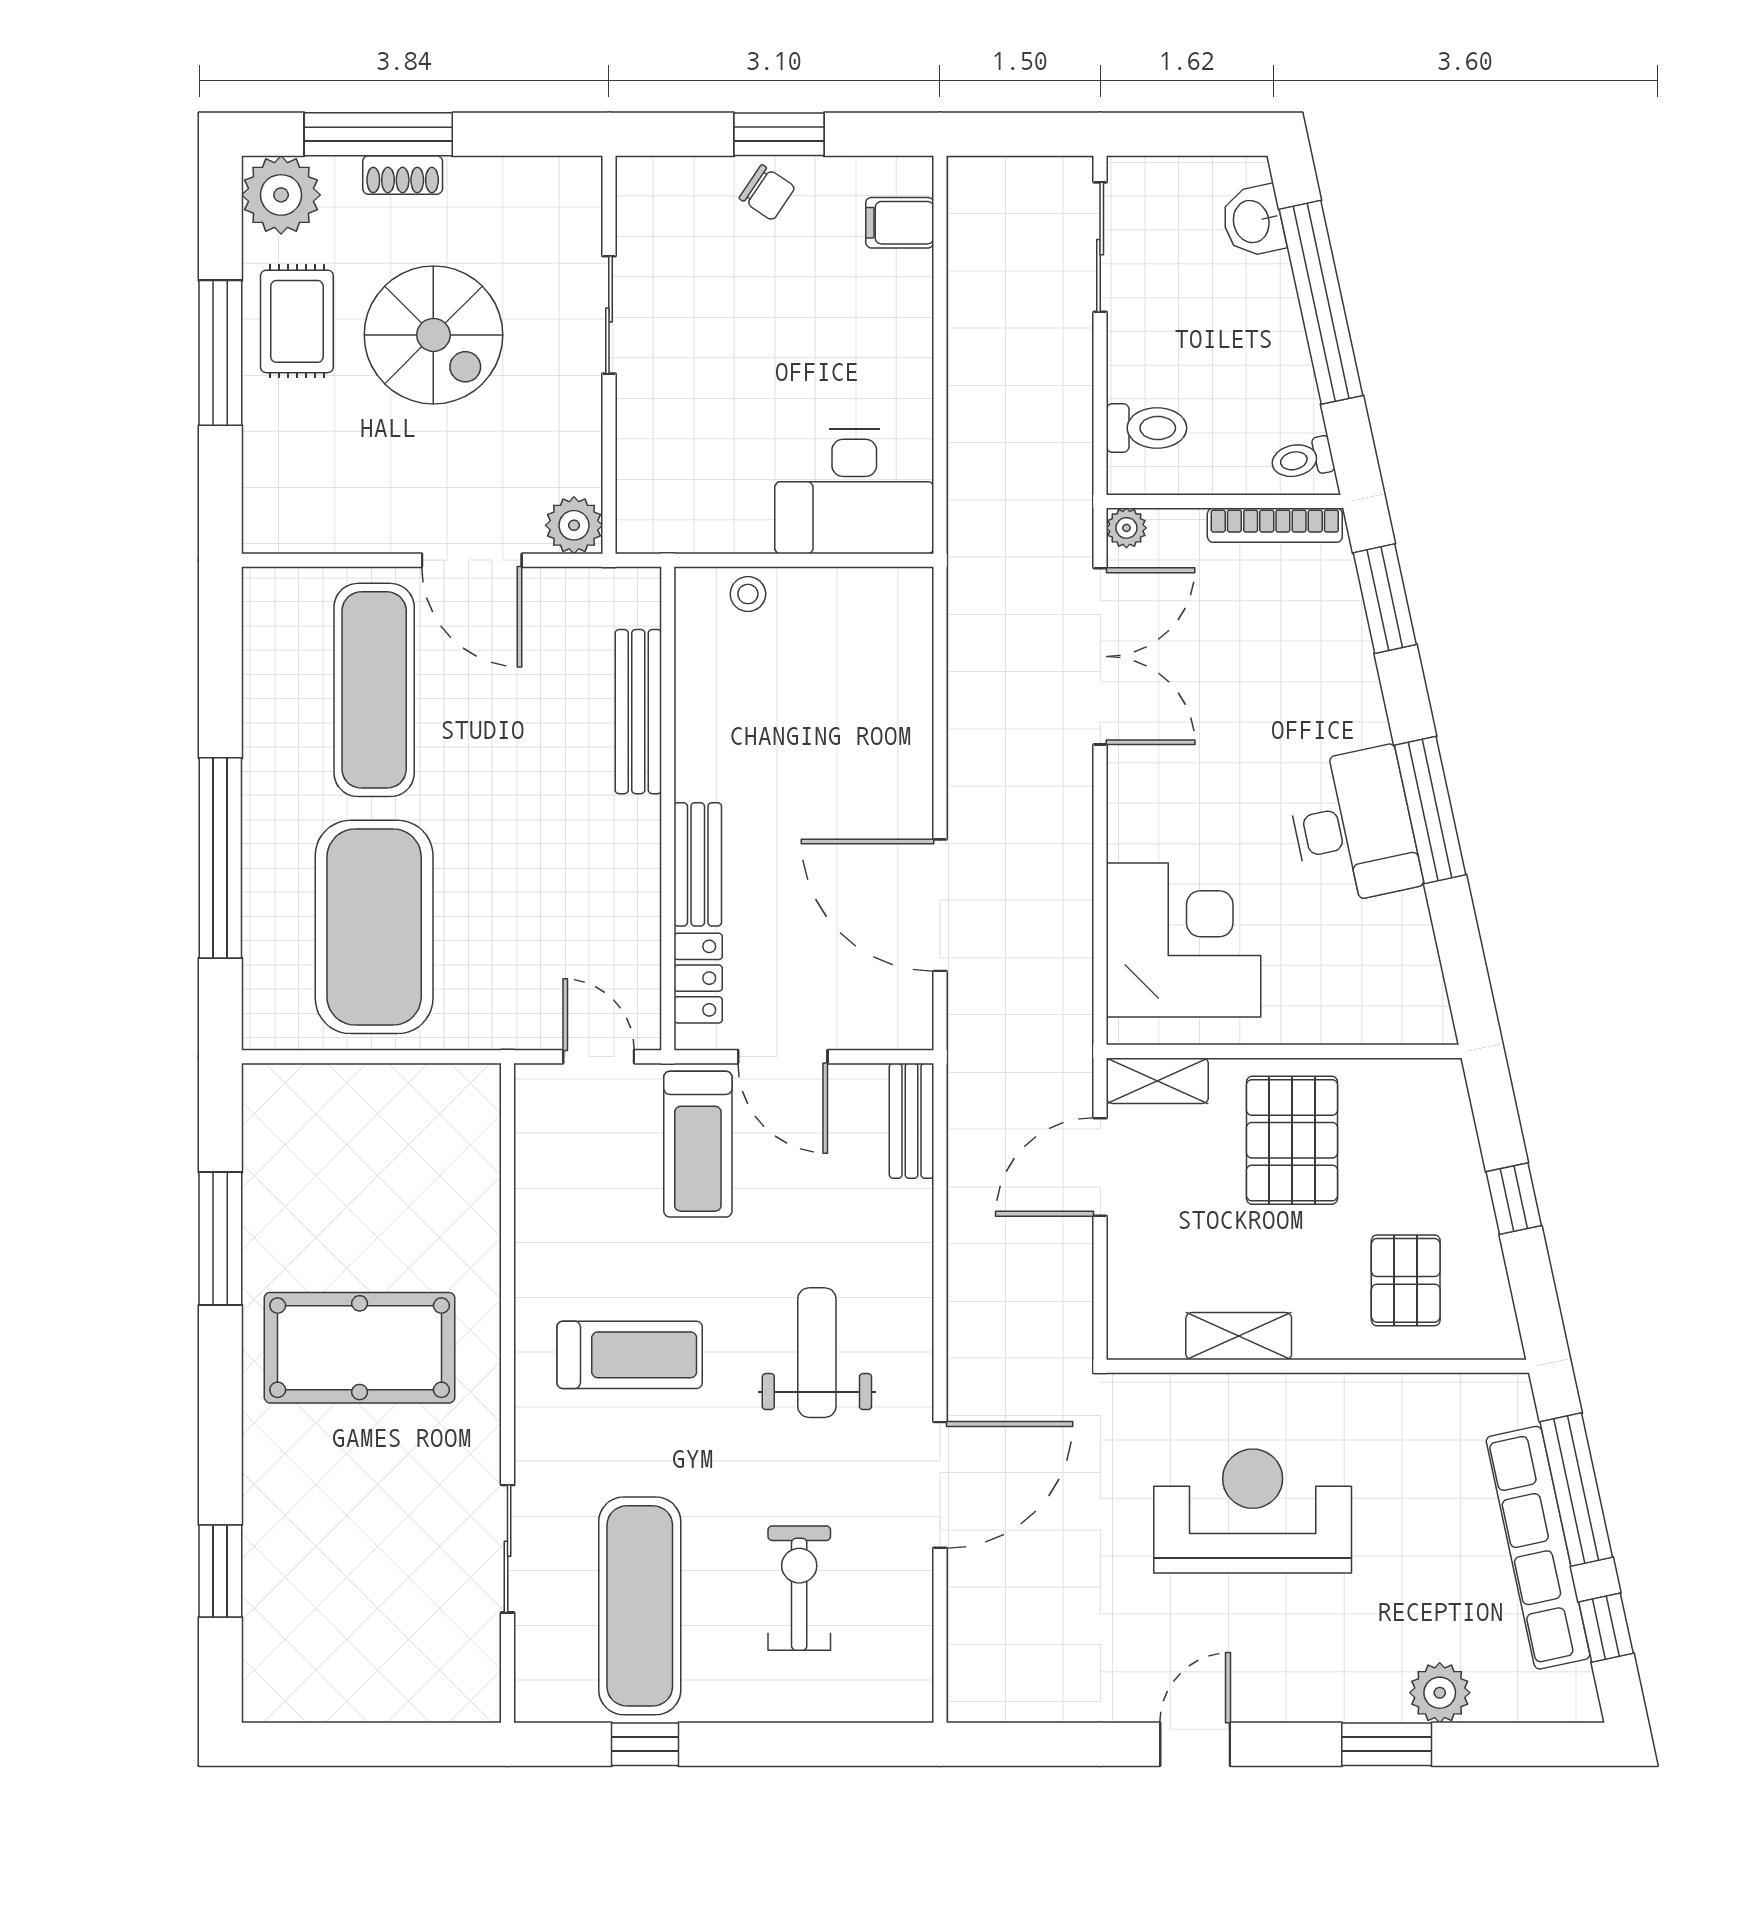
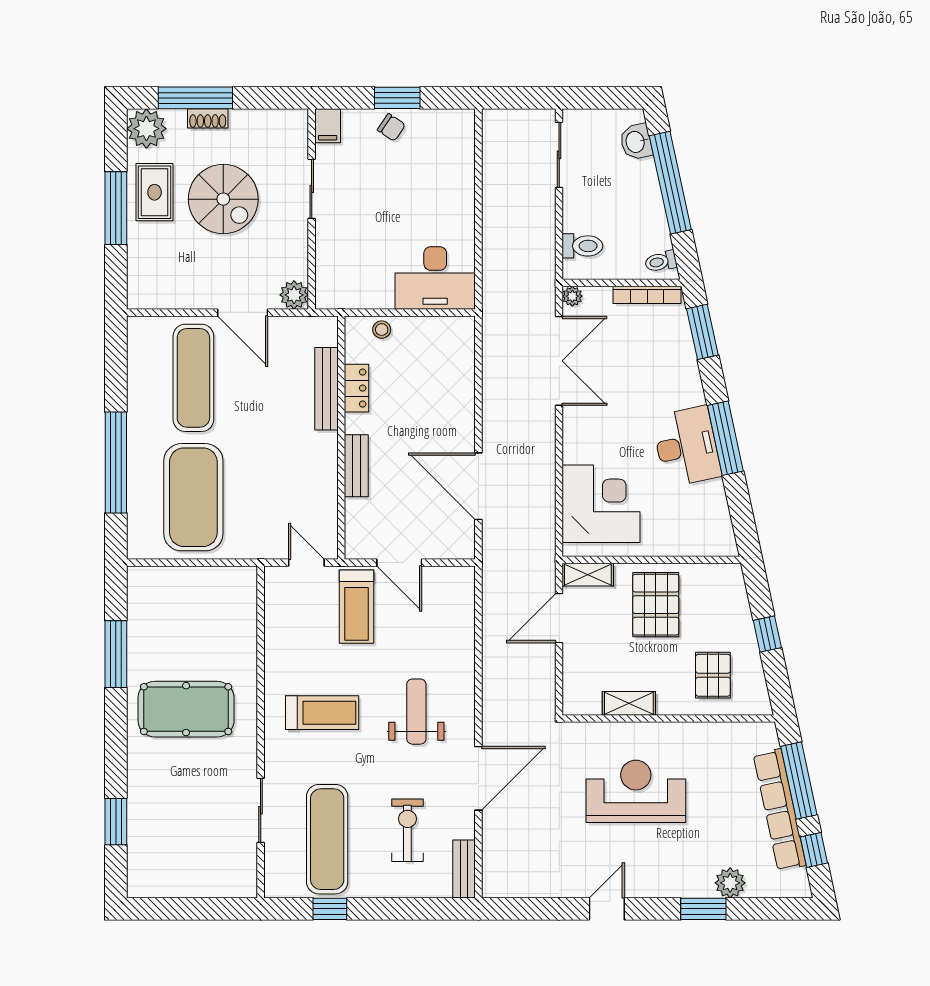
filing cabinet: (900, 223) -> (328, 126), moved, turned -90
locker: (698, 978) -> (357, 388), moved
bench: (912, 1121) -> (464, 869), moved

